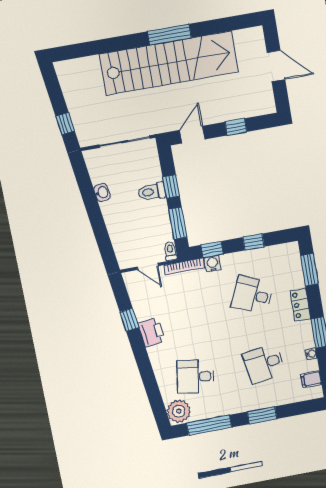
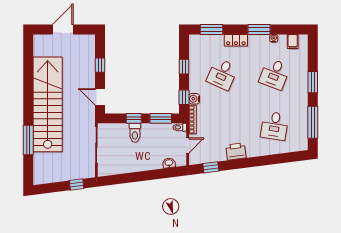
window: (169, 35) -> (28, 140), moved
washbasin: (102, 193) -> (169, 163), moved
window: (129, 320) -> (211, 167), moved
desk: (264, 364) -> (275, 74), turned 30
plant: (179, 411) -> (298, 143), removed

